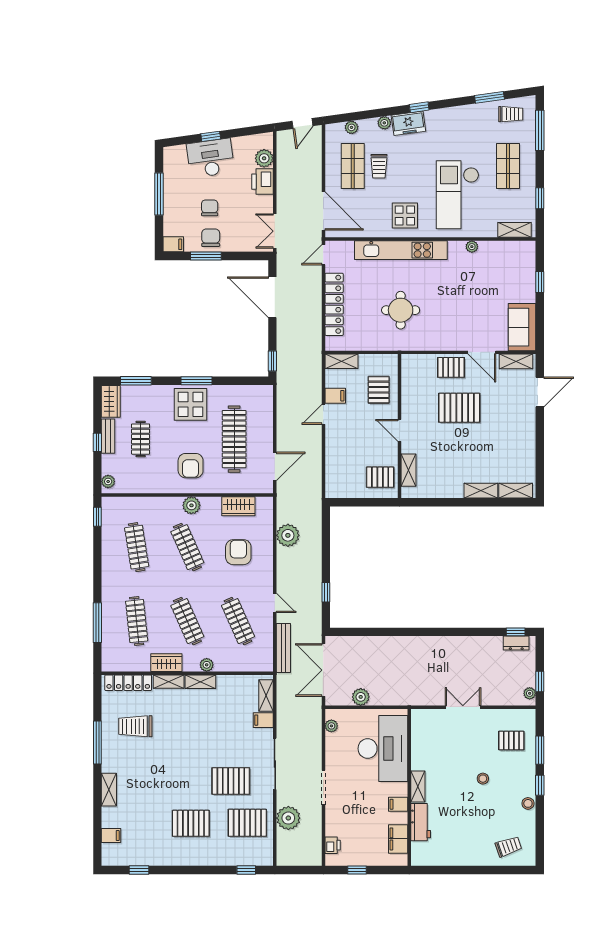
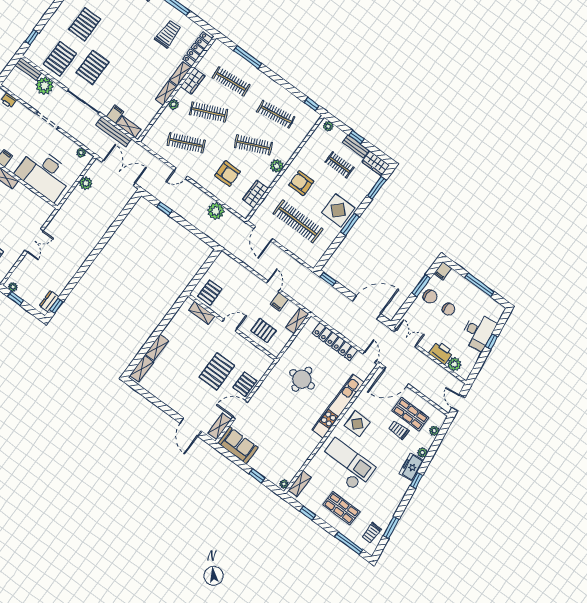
plant: (472, 247) -> (284, 484), moved
bench: (283, 648) -> (114, 132), moved
bench: (283, 849) -> (28, 69), added

